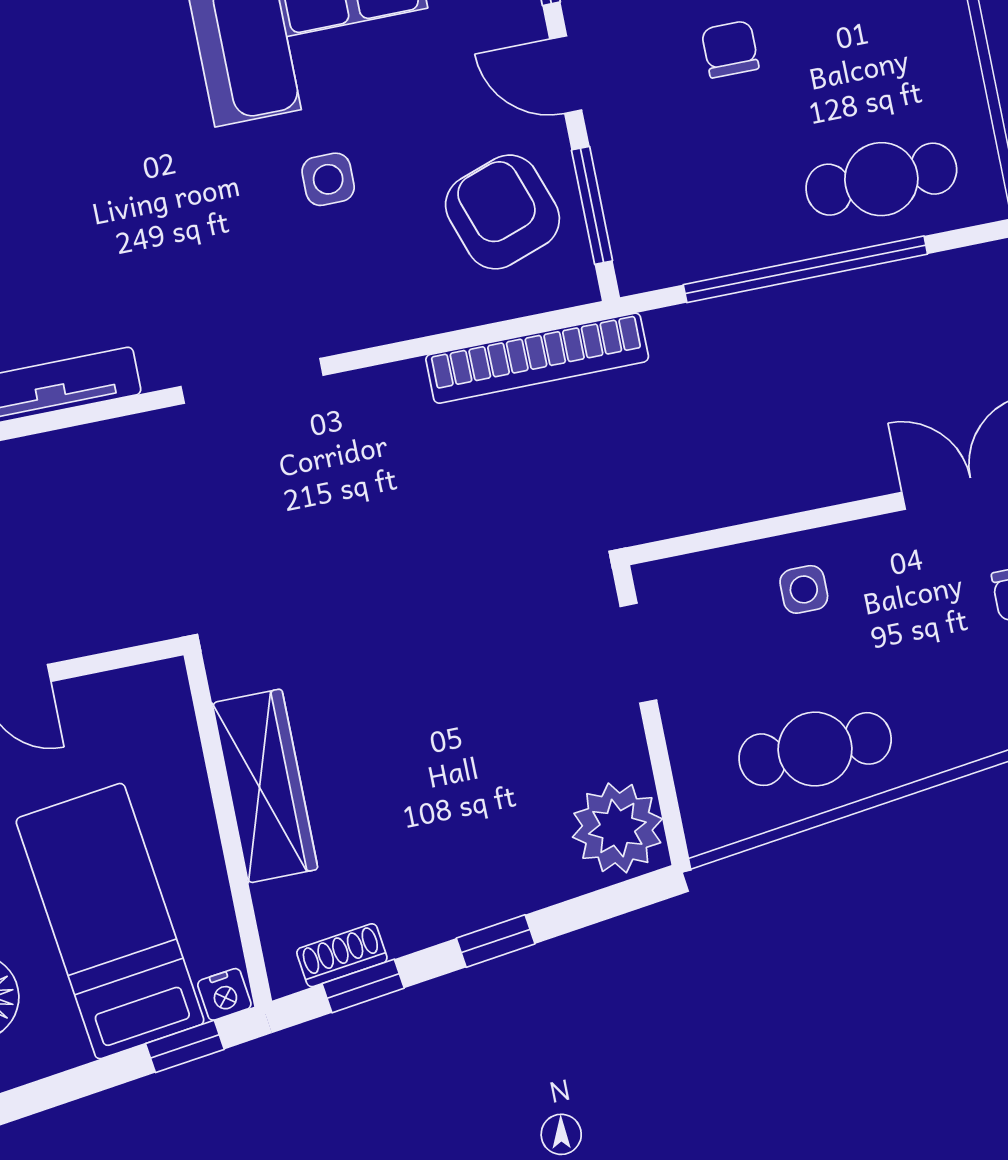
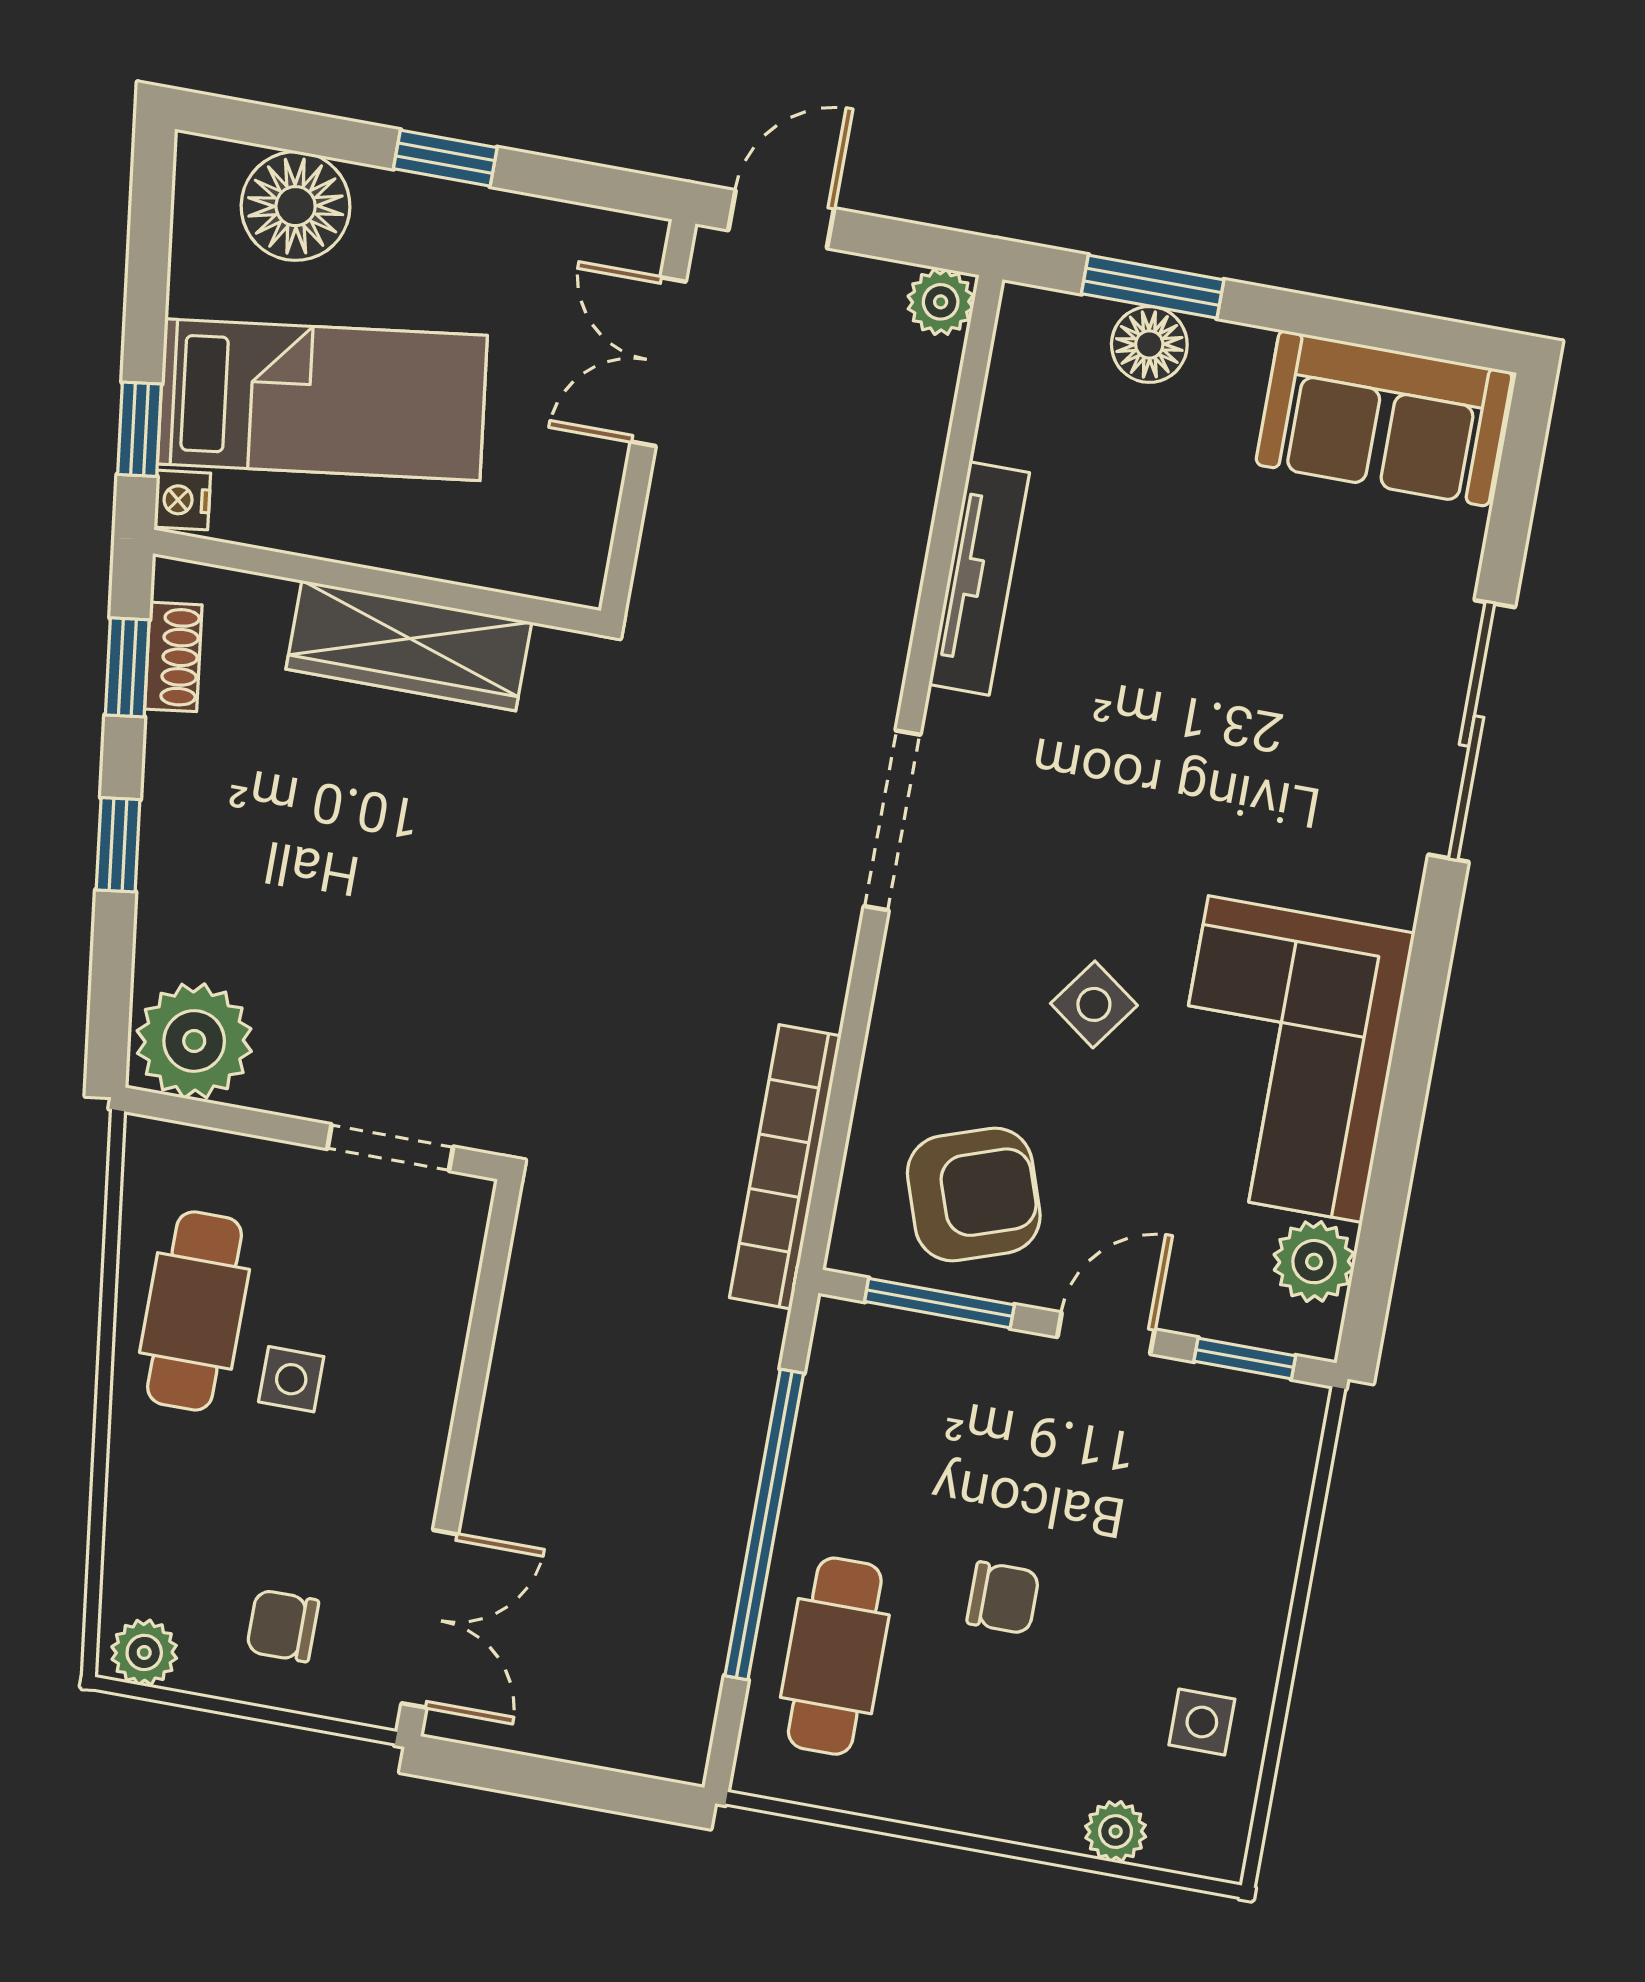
chair: (730, 49) -> (1003, 1598), moved
side table: (328, 179) -> (1094, 1004), turned 36
side table: (804, 589) -> (291, 1379), moved

